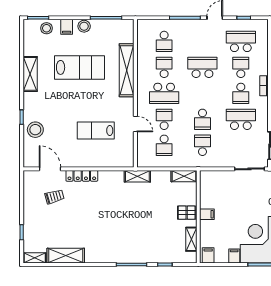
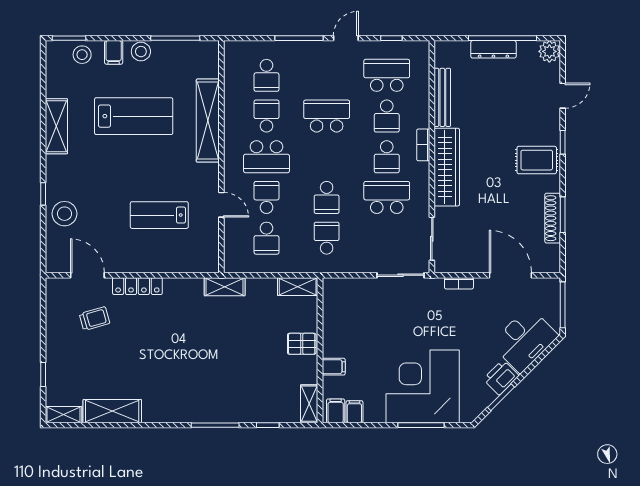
school desk: (241, 67) -> (387, 116), turned 180
filing cabinet: (207, 214) -> (334, 367), moved
shelving: (191, 239) -> (309, 404), moved
filing cabinet: (234, 256) -> (354, 412), moved

